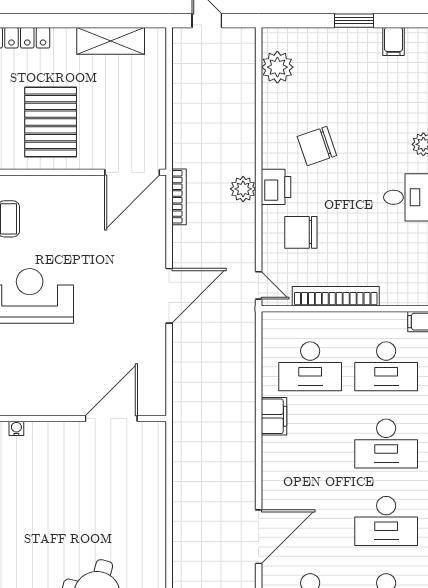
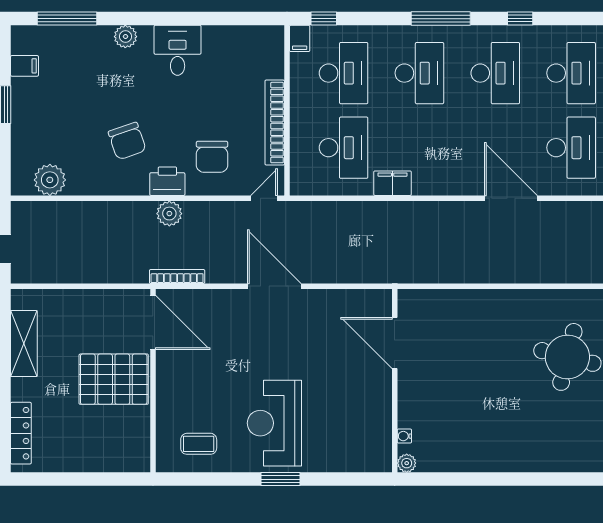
pallet: (51, 122) -> (114, 379), moved

